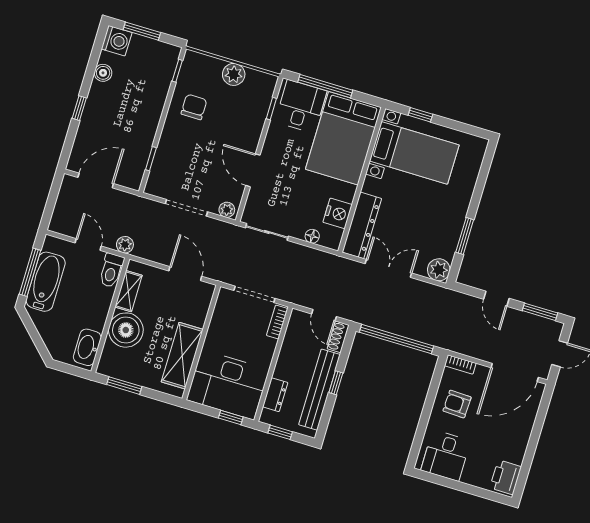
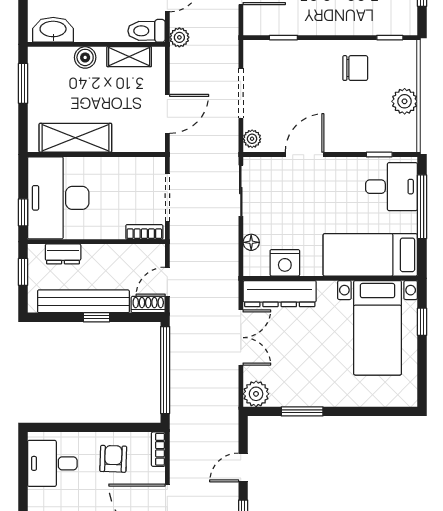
bed: (343, 138) -> (370, 255), width x0.67
boiler: (126, 330) -> (85, 57), width x0.54, depth x0.54

